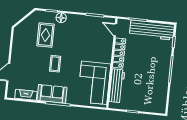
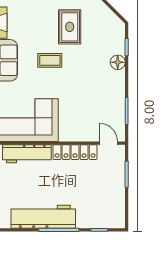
door: (115, 30) -> (108, 143), hinge flipped
workbench: (152, 30) -> (43, 217), moved, turned 90
rug: (46, 35) -> (70, 27), moved, turned 90

